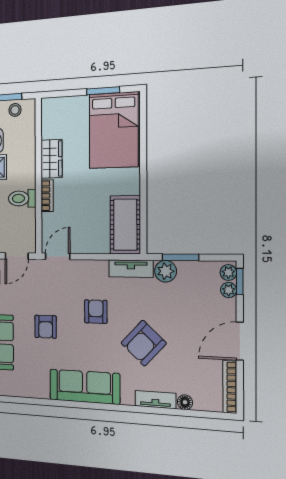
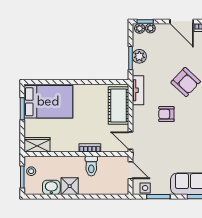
wardrobe: (51, 159) -> (37, 145), moved
cot: (125, 225) -> (118, 105), moved, turned 90
plant: (166, 271) -> (139, 56), moved
armchair: (46, 327) -> (178, 149), removed

